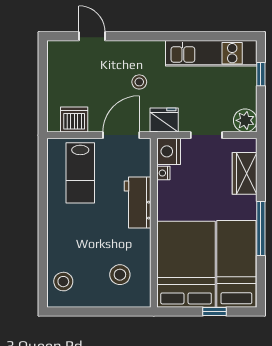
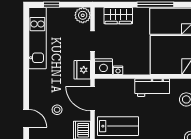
door: (92, 36) -> (26, 118), swing flipped
stool: (139, 82) -> (57, 110), moved
workbench: (138, 202) -> (152, 88), moved

